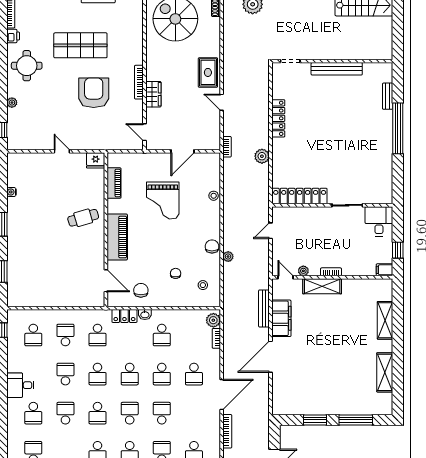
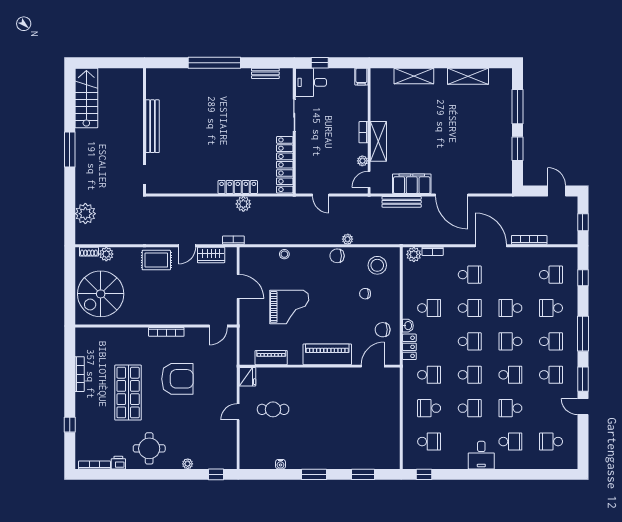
plant: (214, 24) -> (106, 254), added
armchair: (94, 93) -> (177, 379), turned 180
wardrobe: (153, 94) -> (211, 255), moved, turned 180
bench: (388, 96) -> (265, 73), moved
locker: (278, 118) -> (238, 187), moved
cafe table: (83, 218) -> (273, 409), moved, turned -74
window: (398, 250) -> (320, 63), moved
stool: (203, 285) -> (377, 265), width x1.89, depth x1.89
school desk: (65, 374) -> (470, 408), turned 180

